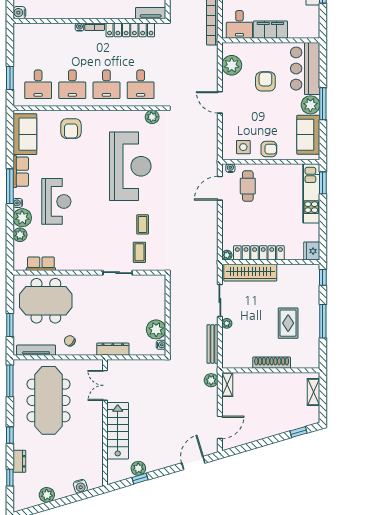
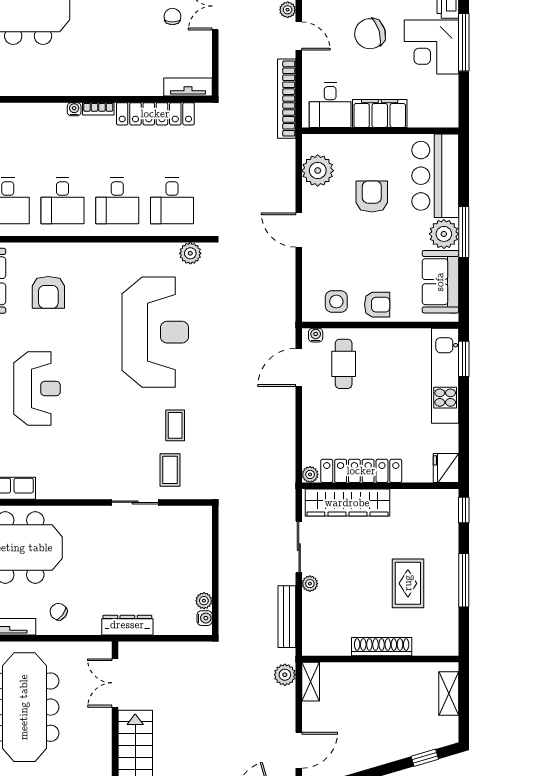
armchair: (71, 129) -> (48, 292), moved
plant: (156, 329) -> (204, 601), width x0.53, depth x0.53

